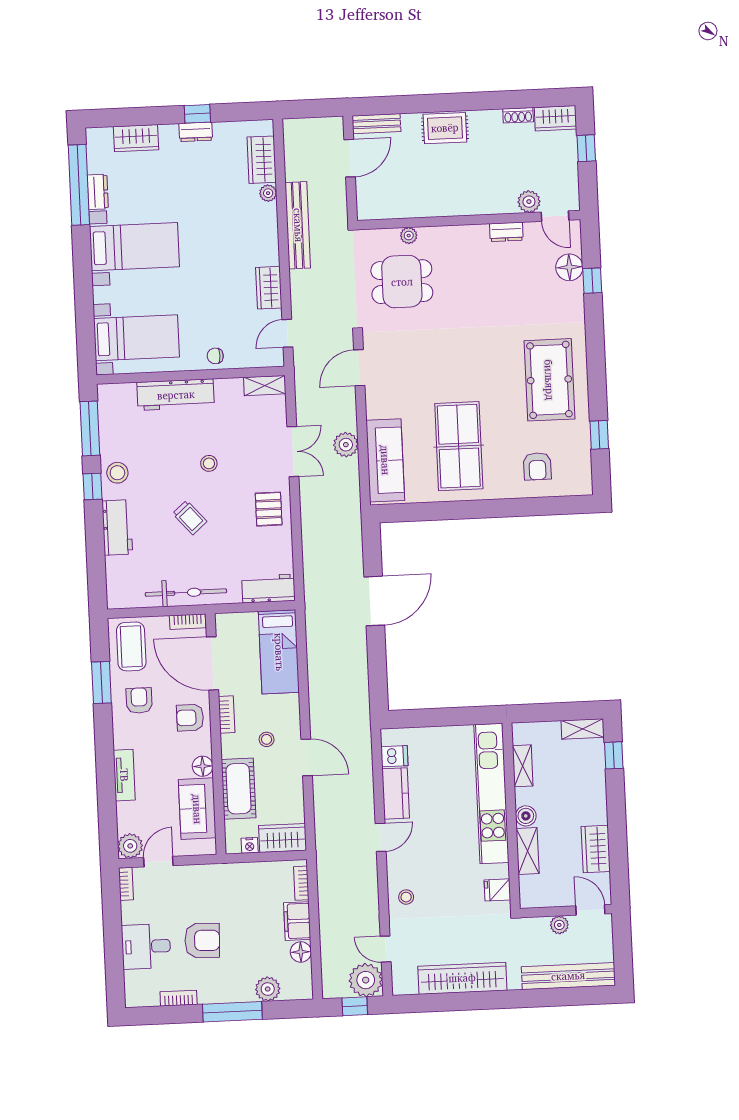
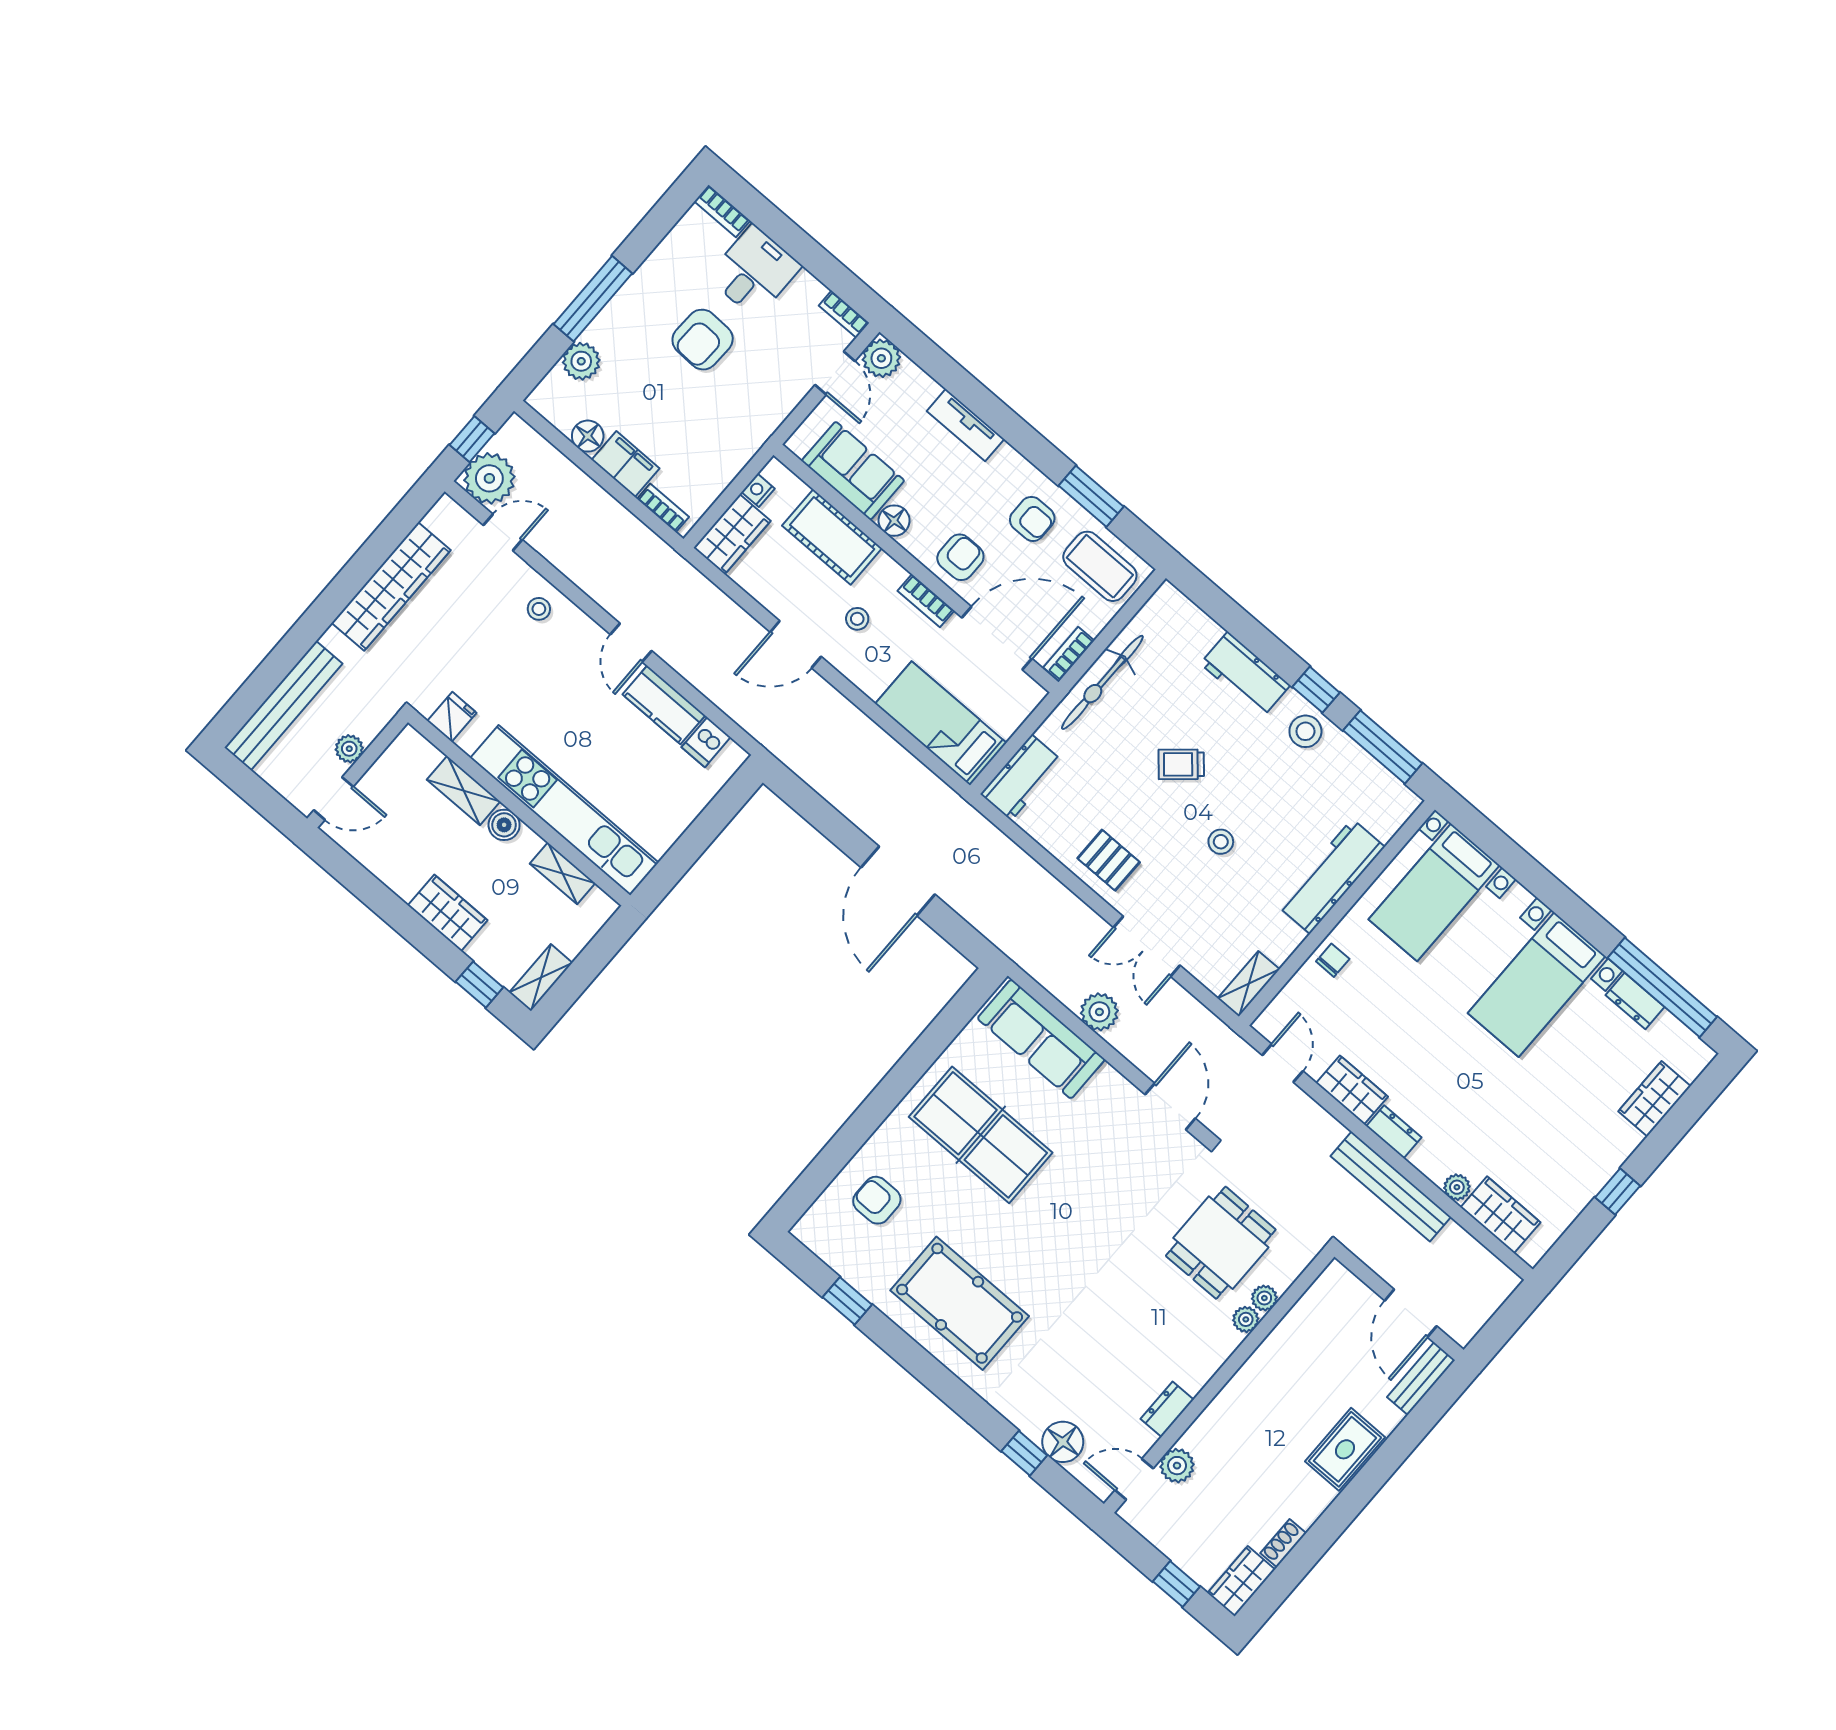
dresser: (196, 132) -> (1394, 1132), moved, turned 90
plant: (427, 235) -> (1246, 1319), added
wardrobe: (596, 849) -> (448, 913), moved
bookcase: (179, 998) -> (722, 211), moved, turned 90

